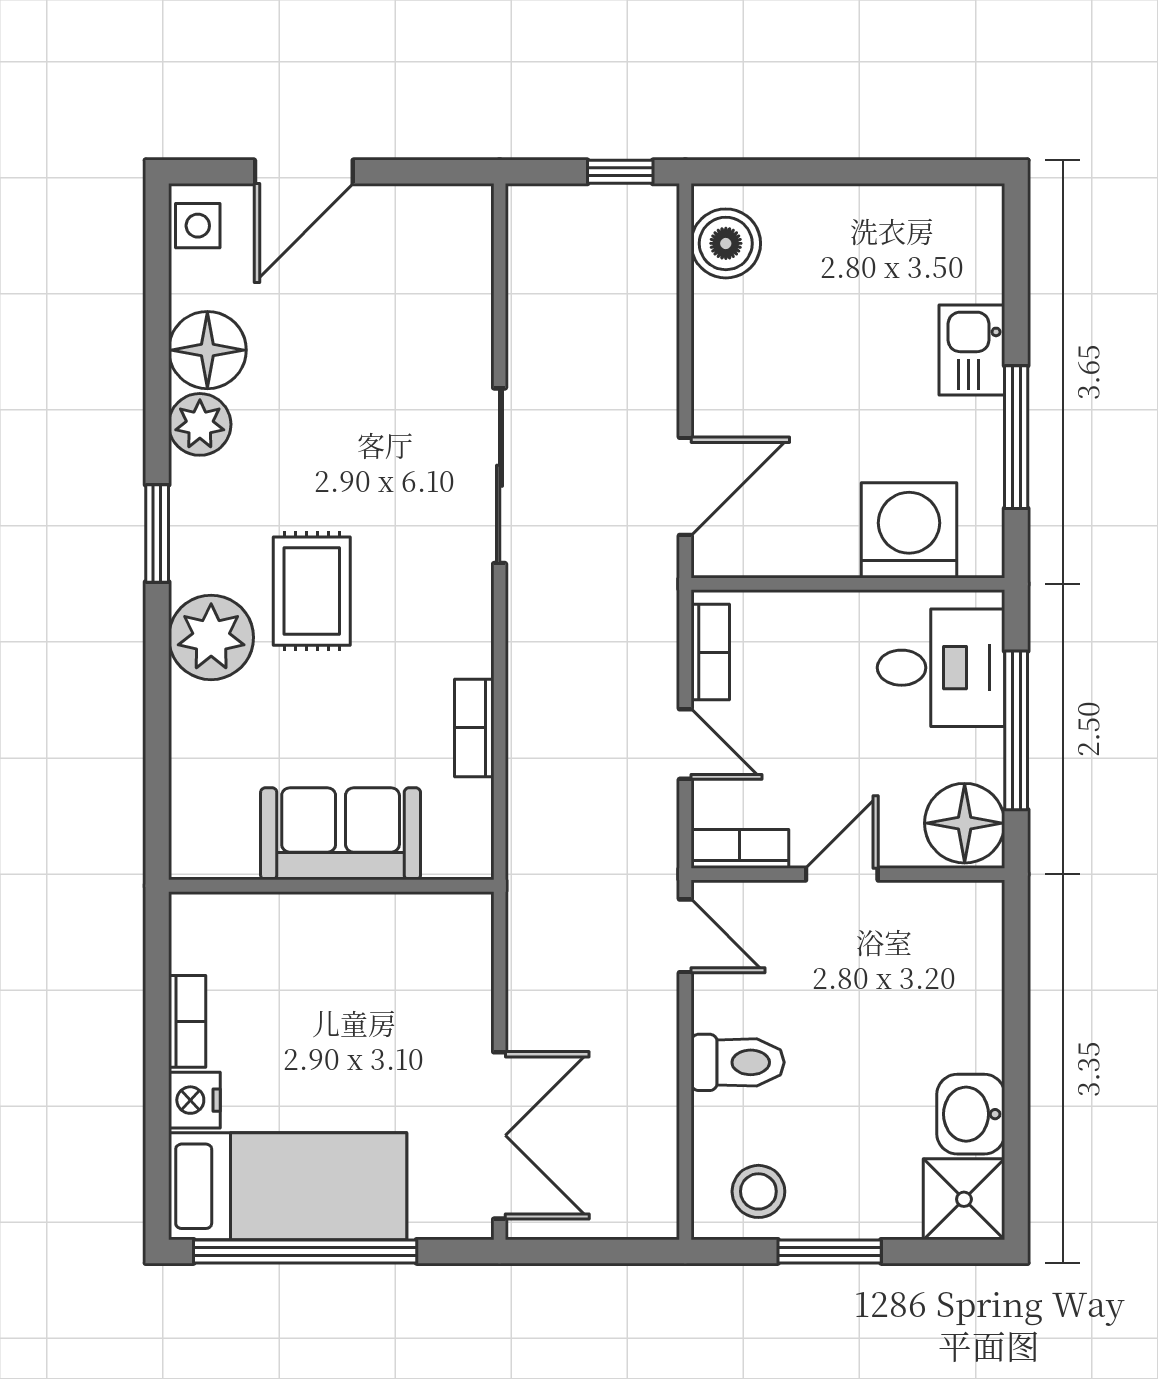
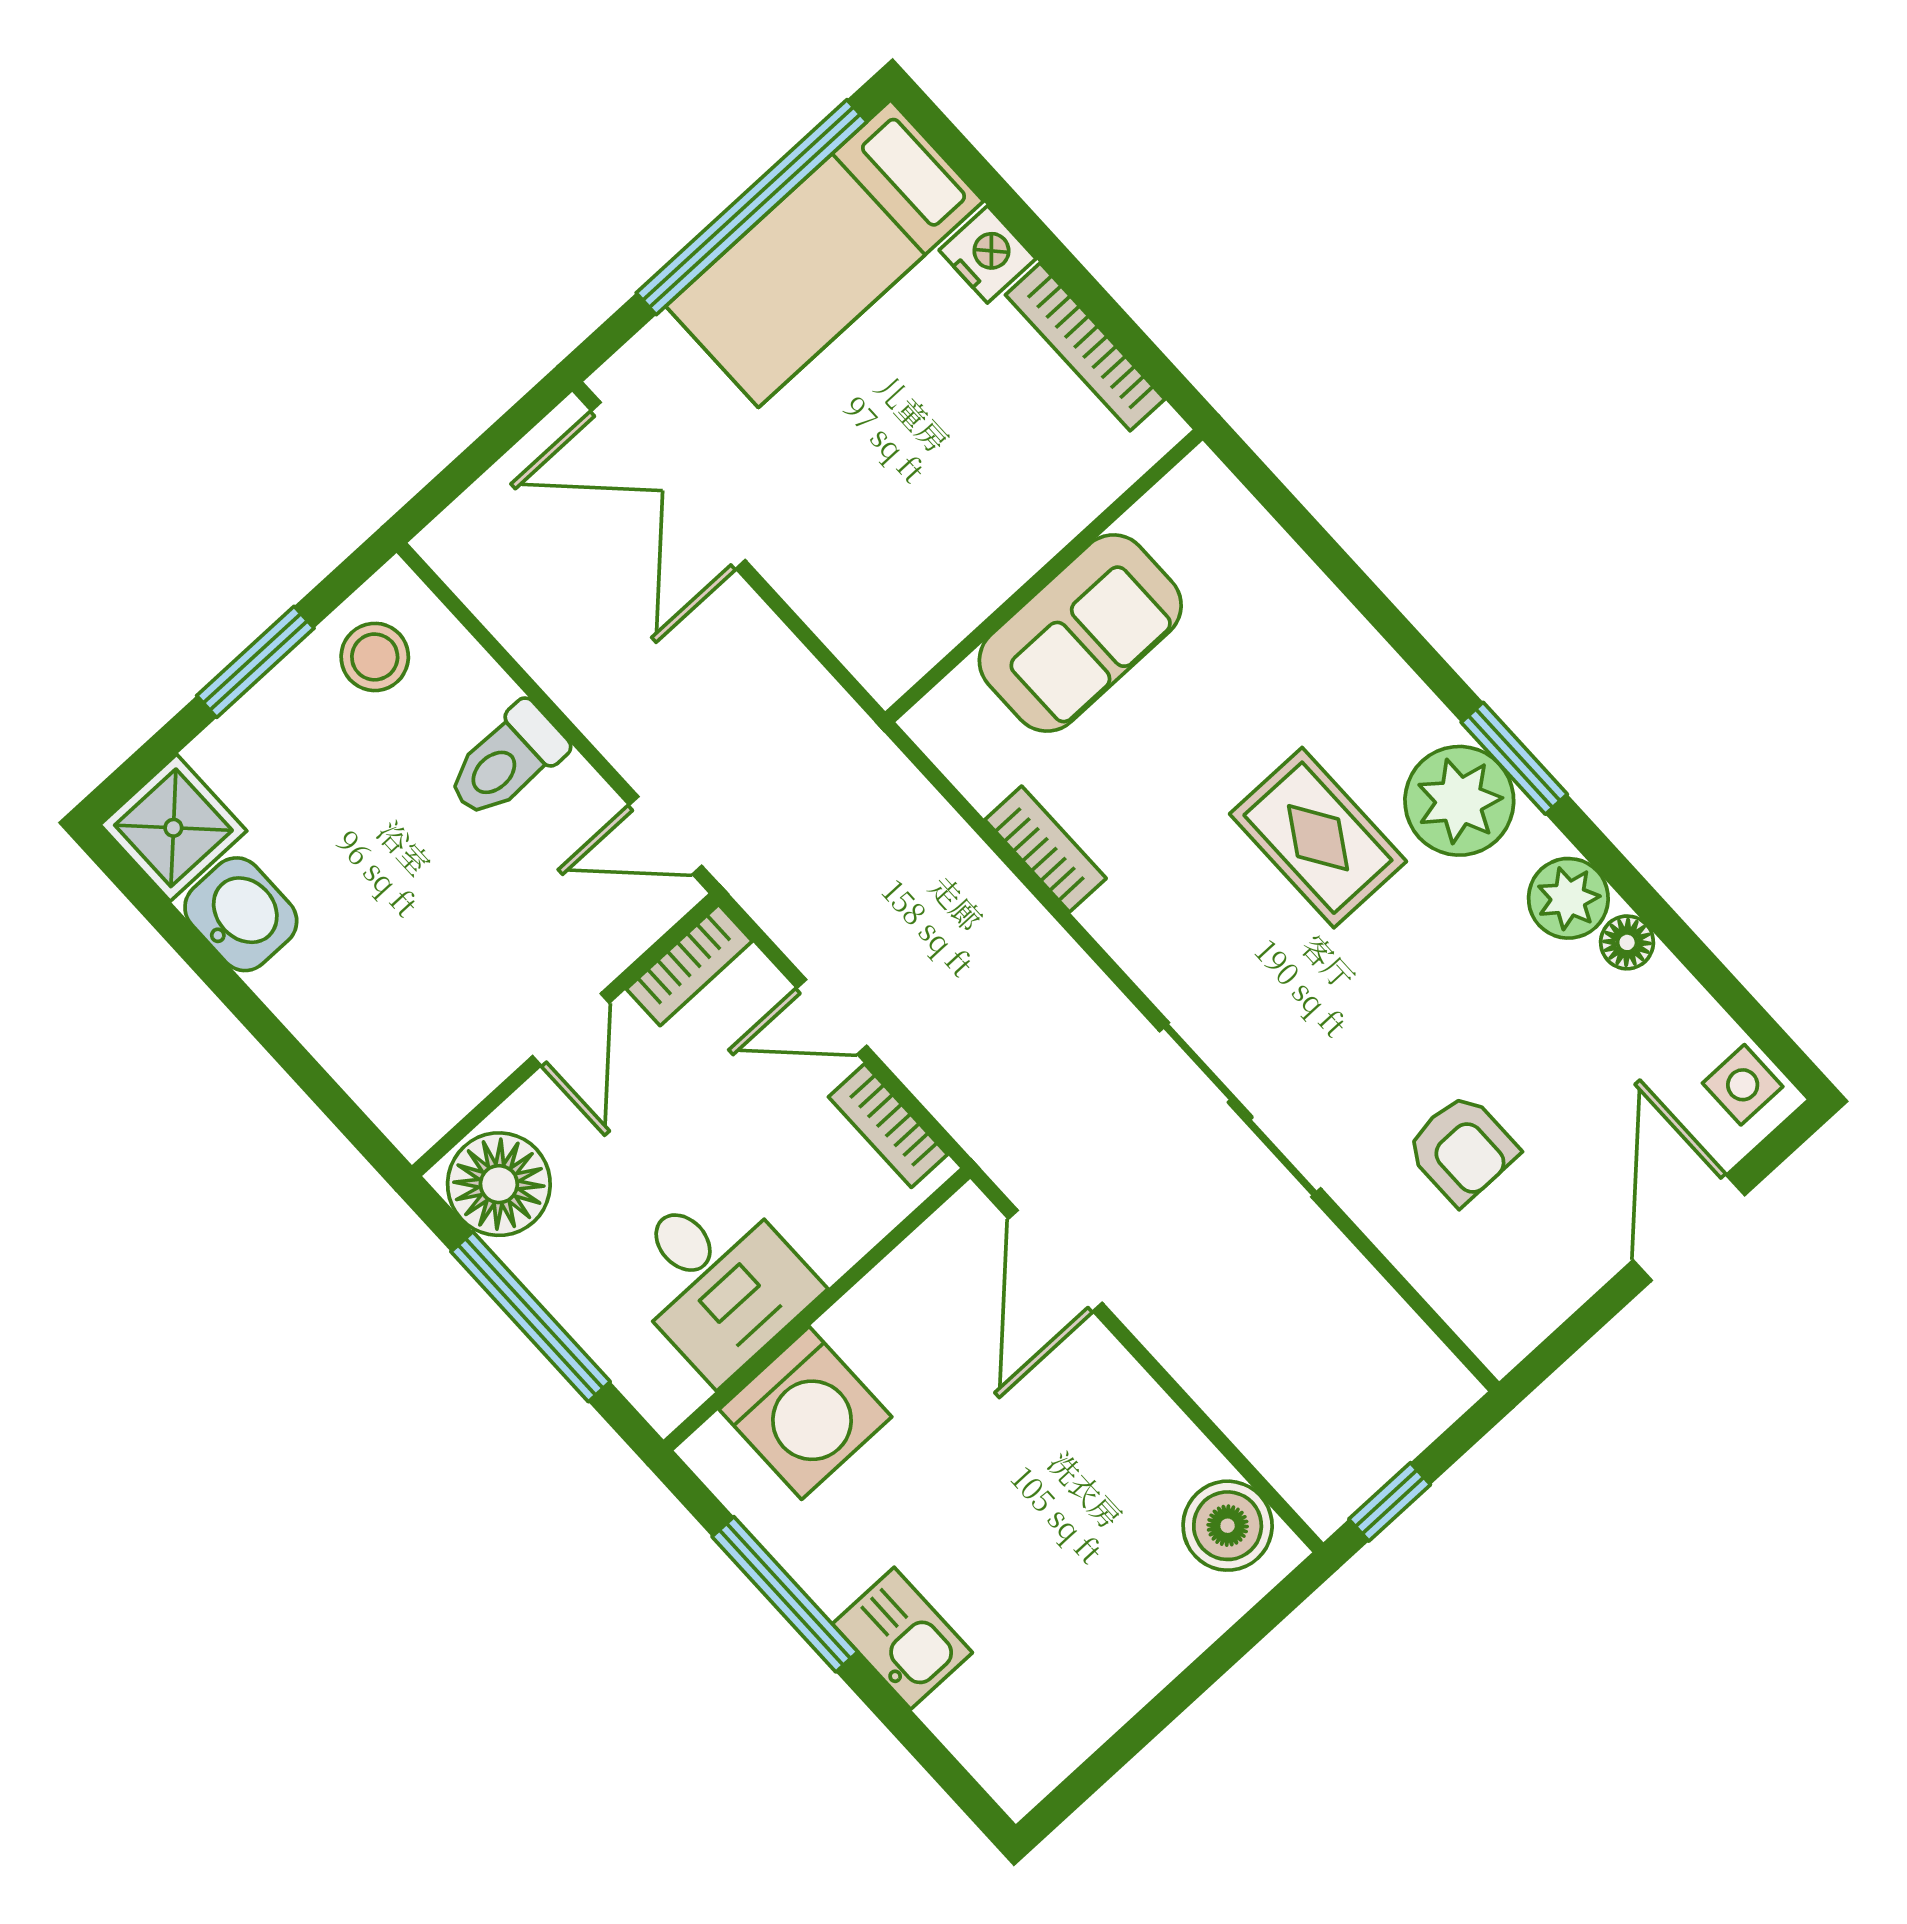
armchair: (393, 336) -> (1462, 1149), added
floor lamp: (207, 350) -> (1627, 942), width x0.53, depth x0.53
plant: (211, 637) -> (1459, 801), moved
desk: (941, 668) -> (717, 1280), moved, turned -90
bookcase: (187, 1021) -> (1085, 347), width x1.56

